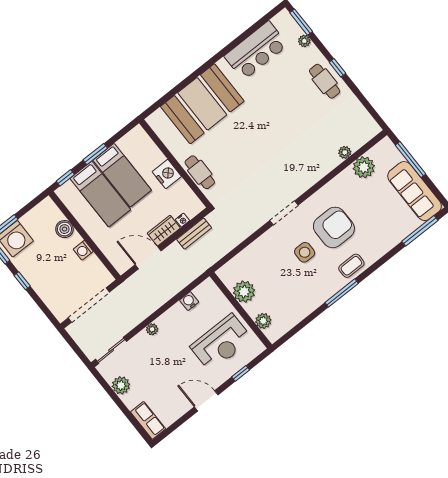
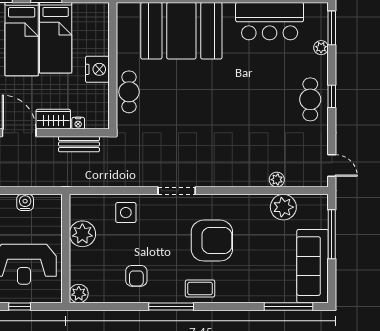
door: (374, 114) -> (332, 166), added
side table: (305, 252) -> (126, 213), moved
armchair: (302, 291) -> (136, 276), added
plant: (263, 321) -> (79, 293), moved

